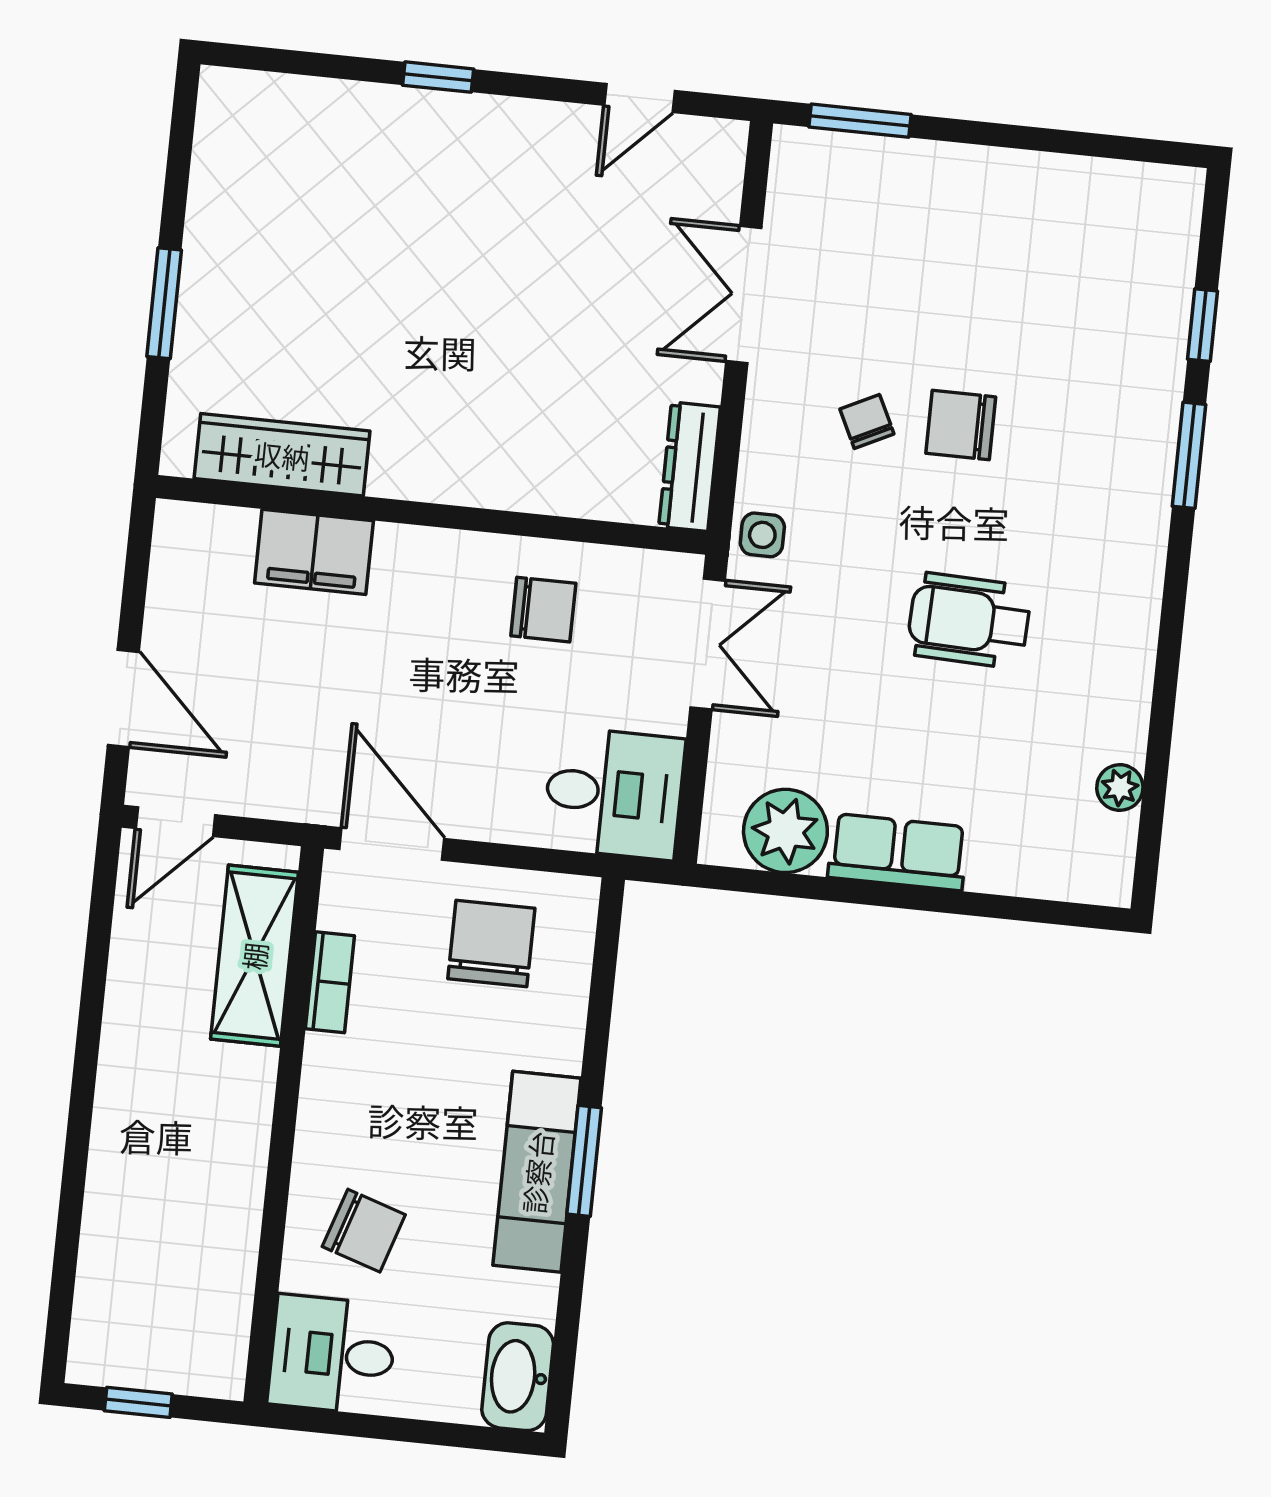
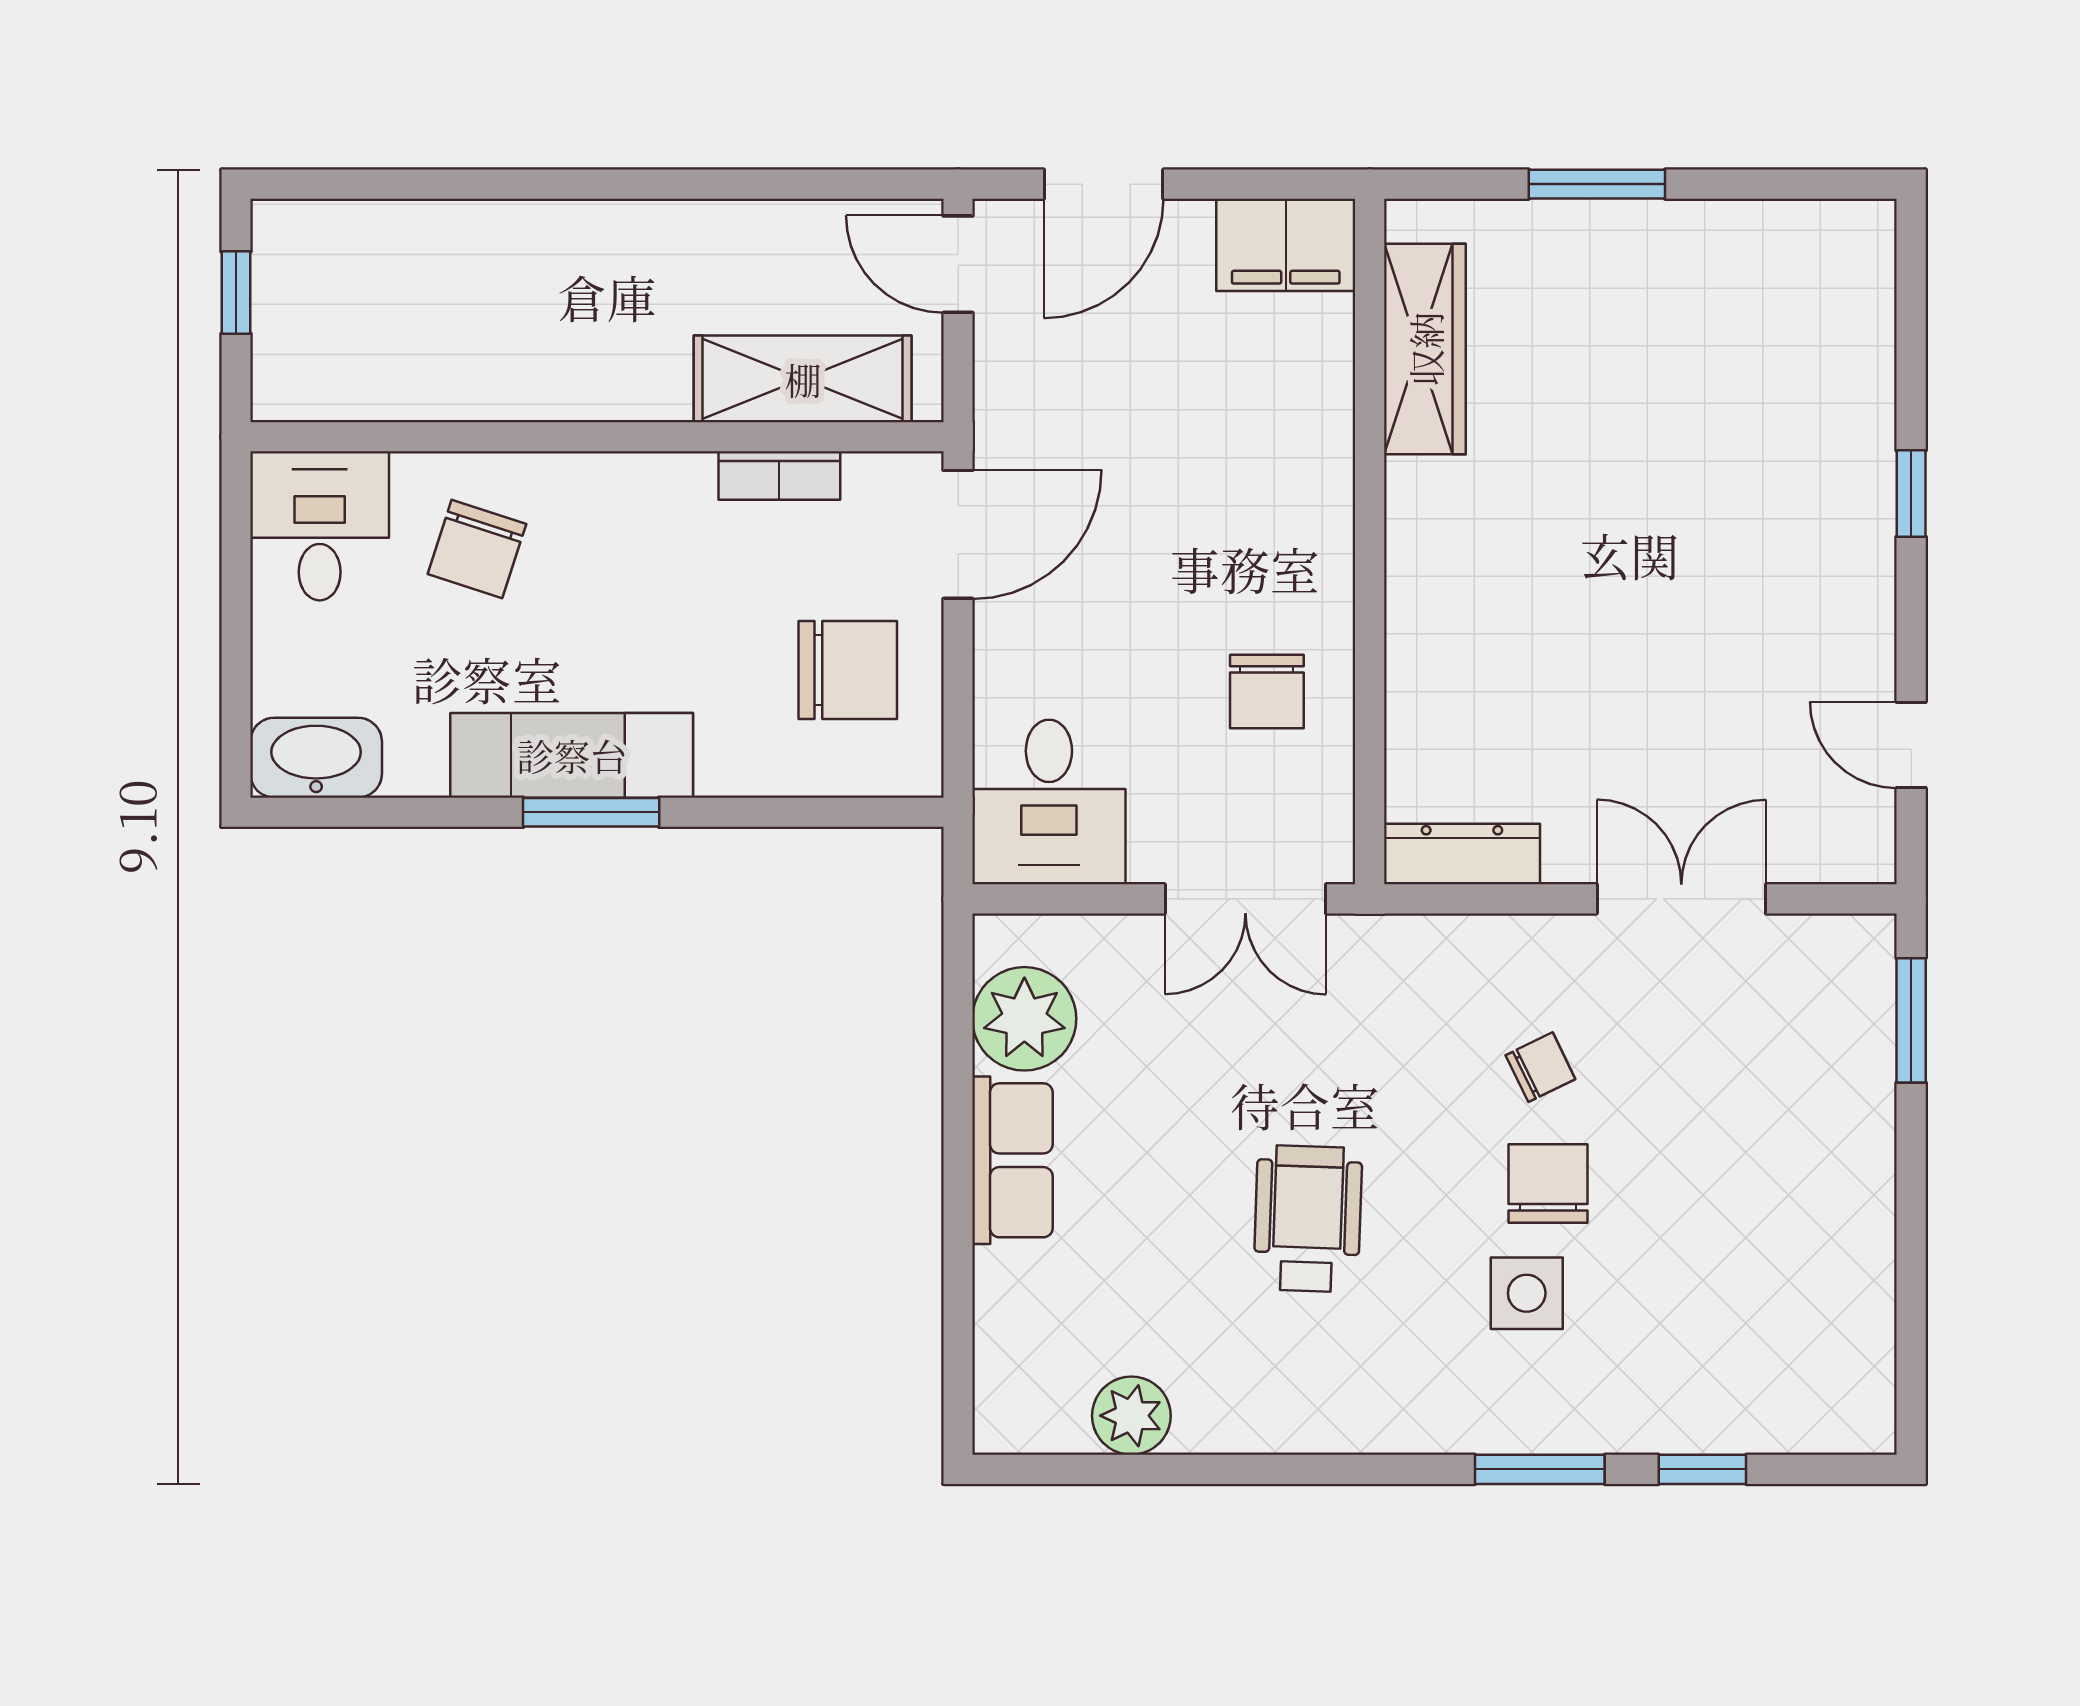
side table: (762, 535) -> (1527, 1293), moved, width x1.37, depth x1.37
filing cabinet: (314, 552) -> (1286, 245), moved, turned -90
plant: (1120, 788) -> (1131, 1416), width x1.38, depth x1.38

